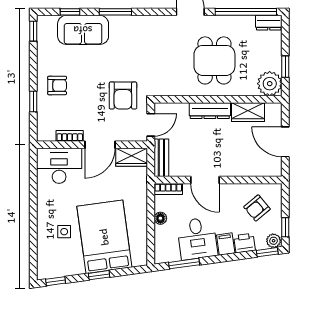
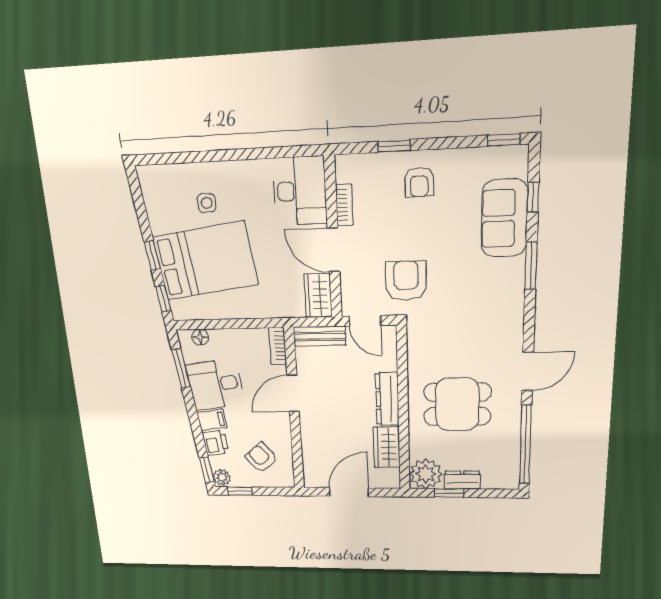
dresser: (269, 23) -> (462, 480), moved, turned 90
armchair: (123, 95) -> (406, 281), turned 90
floor lamp: (160, 218) -> (200, 337), moved
window: (56, 281) -> (163, 299), moved

